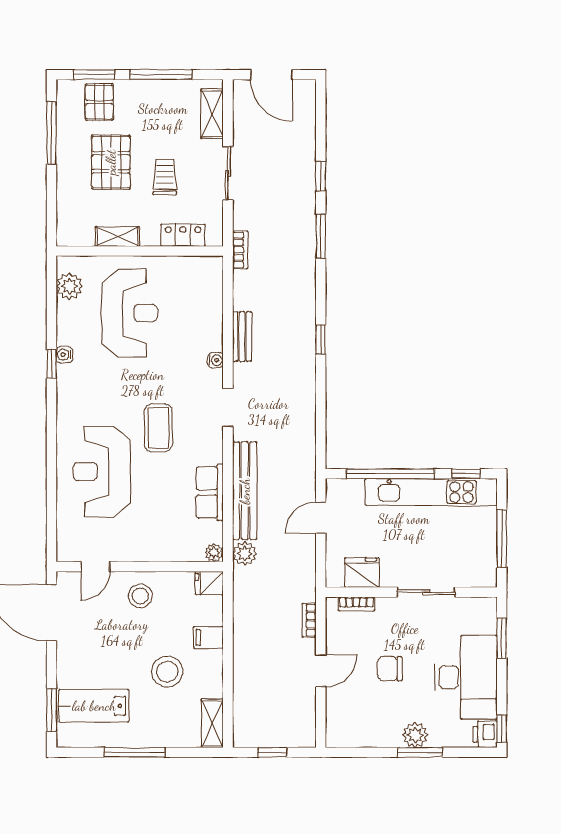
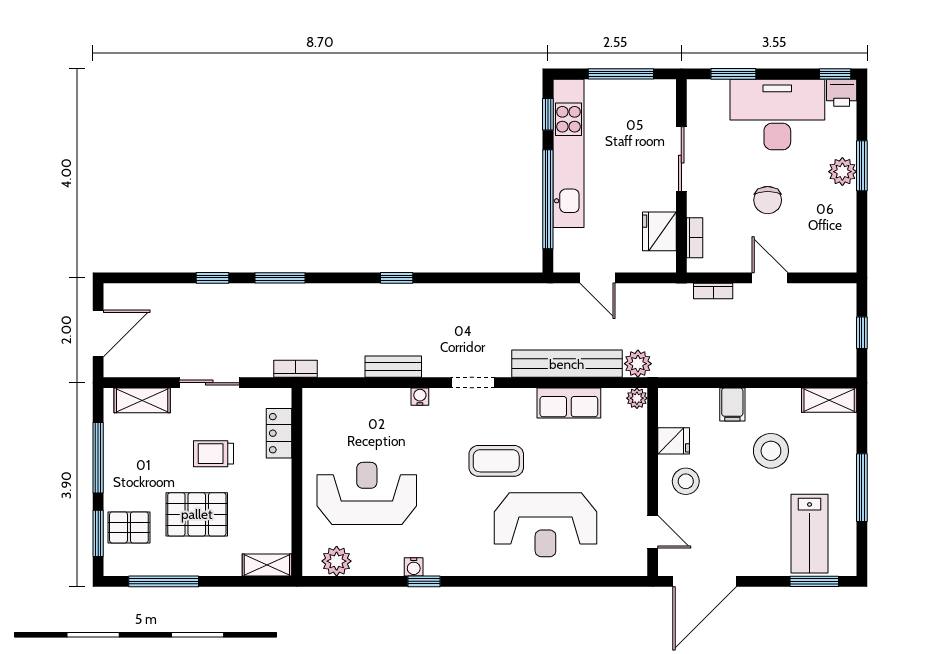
shelving: (117, 237) -> (267, 565), moved, turned 90
fridge: (209, 583) -> (674, 441), moved, turned -90

